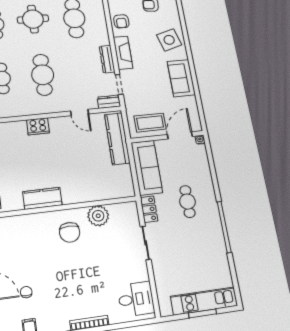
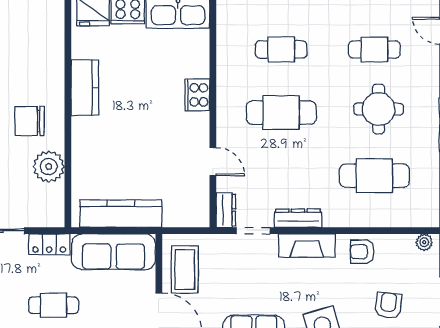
door: (80, 112) -> (213, 162), swing flipped
kitchen counter: (117, 139) -> (121, 214), moved

